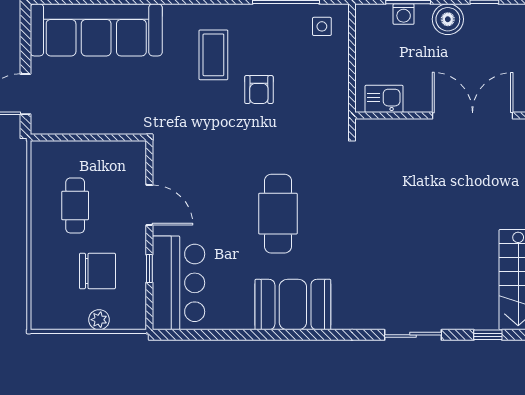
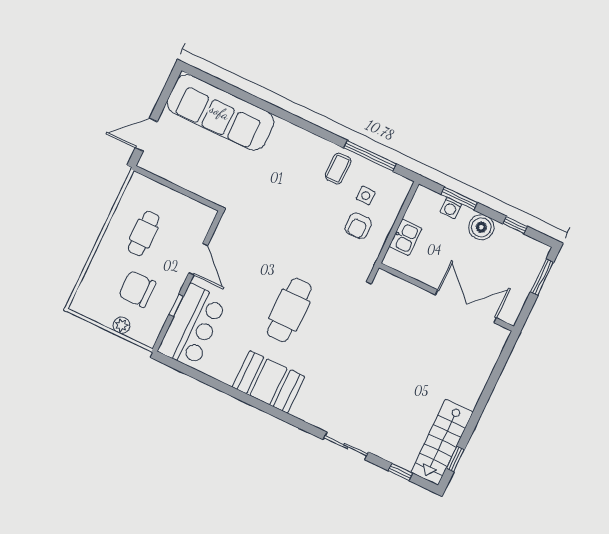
side table: (322, 26) -> (366, 196), moved
coffee table: (213, 55) -> (338, 169), moved, width x0.73, depth x0.77
armchair: (259, 90) -> (358, 226), moved
kitchen sink: (384, 99) -> (405, 237), moved, turned 90
chair: (97, 271) -> (137, 289), turned 180

